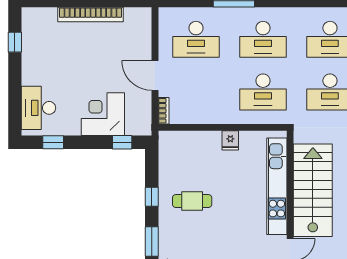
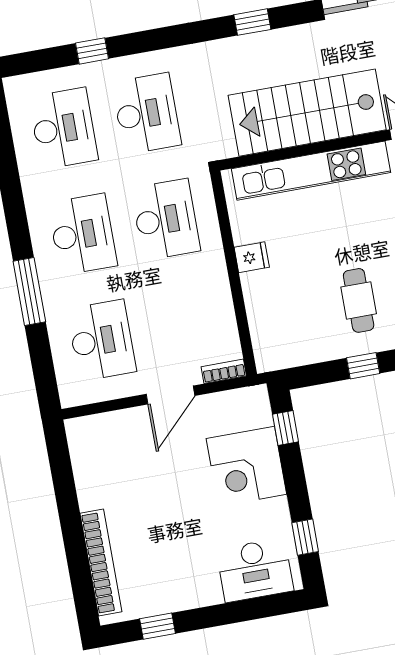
bookcase: (91, 15) -> (101, 562), moved

